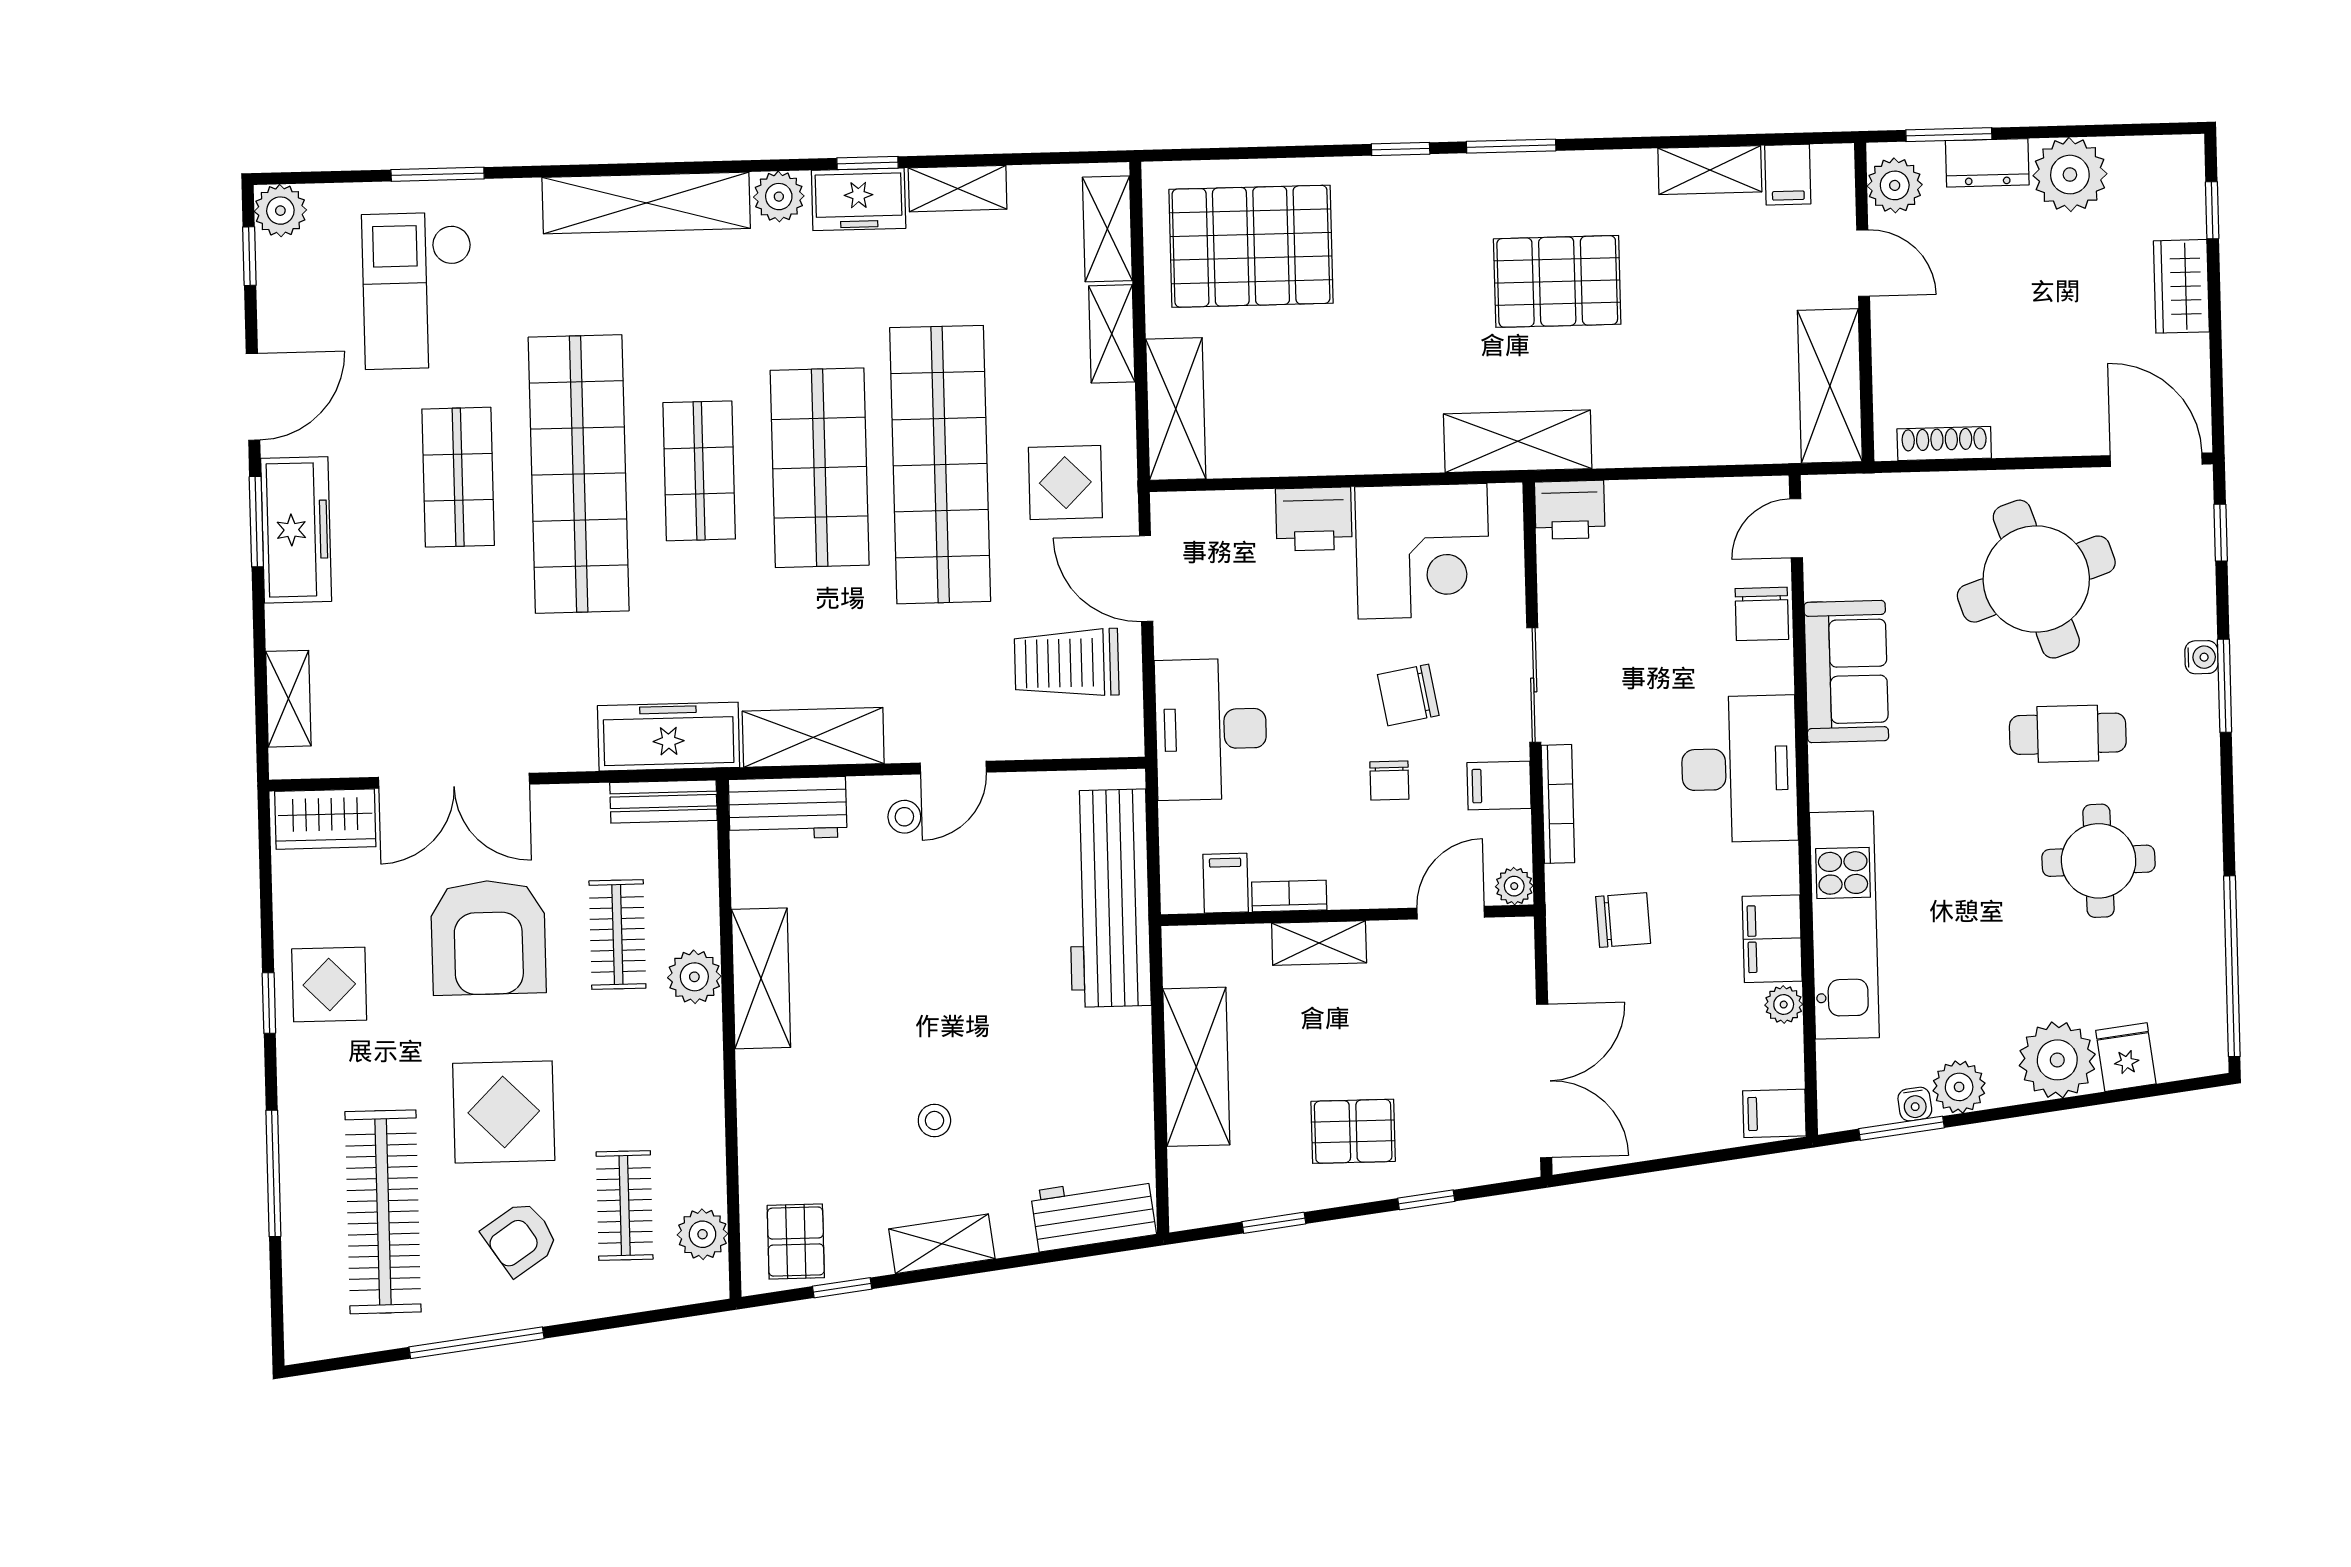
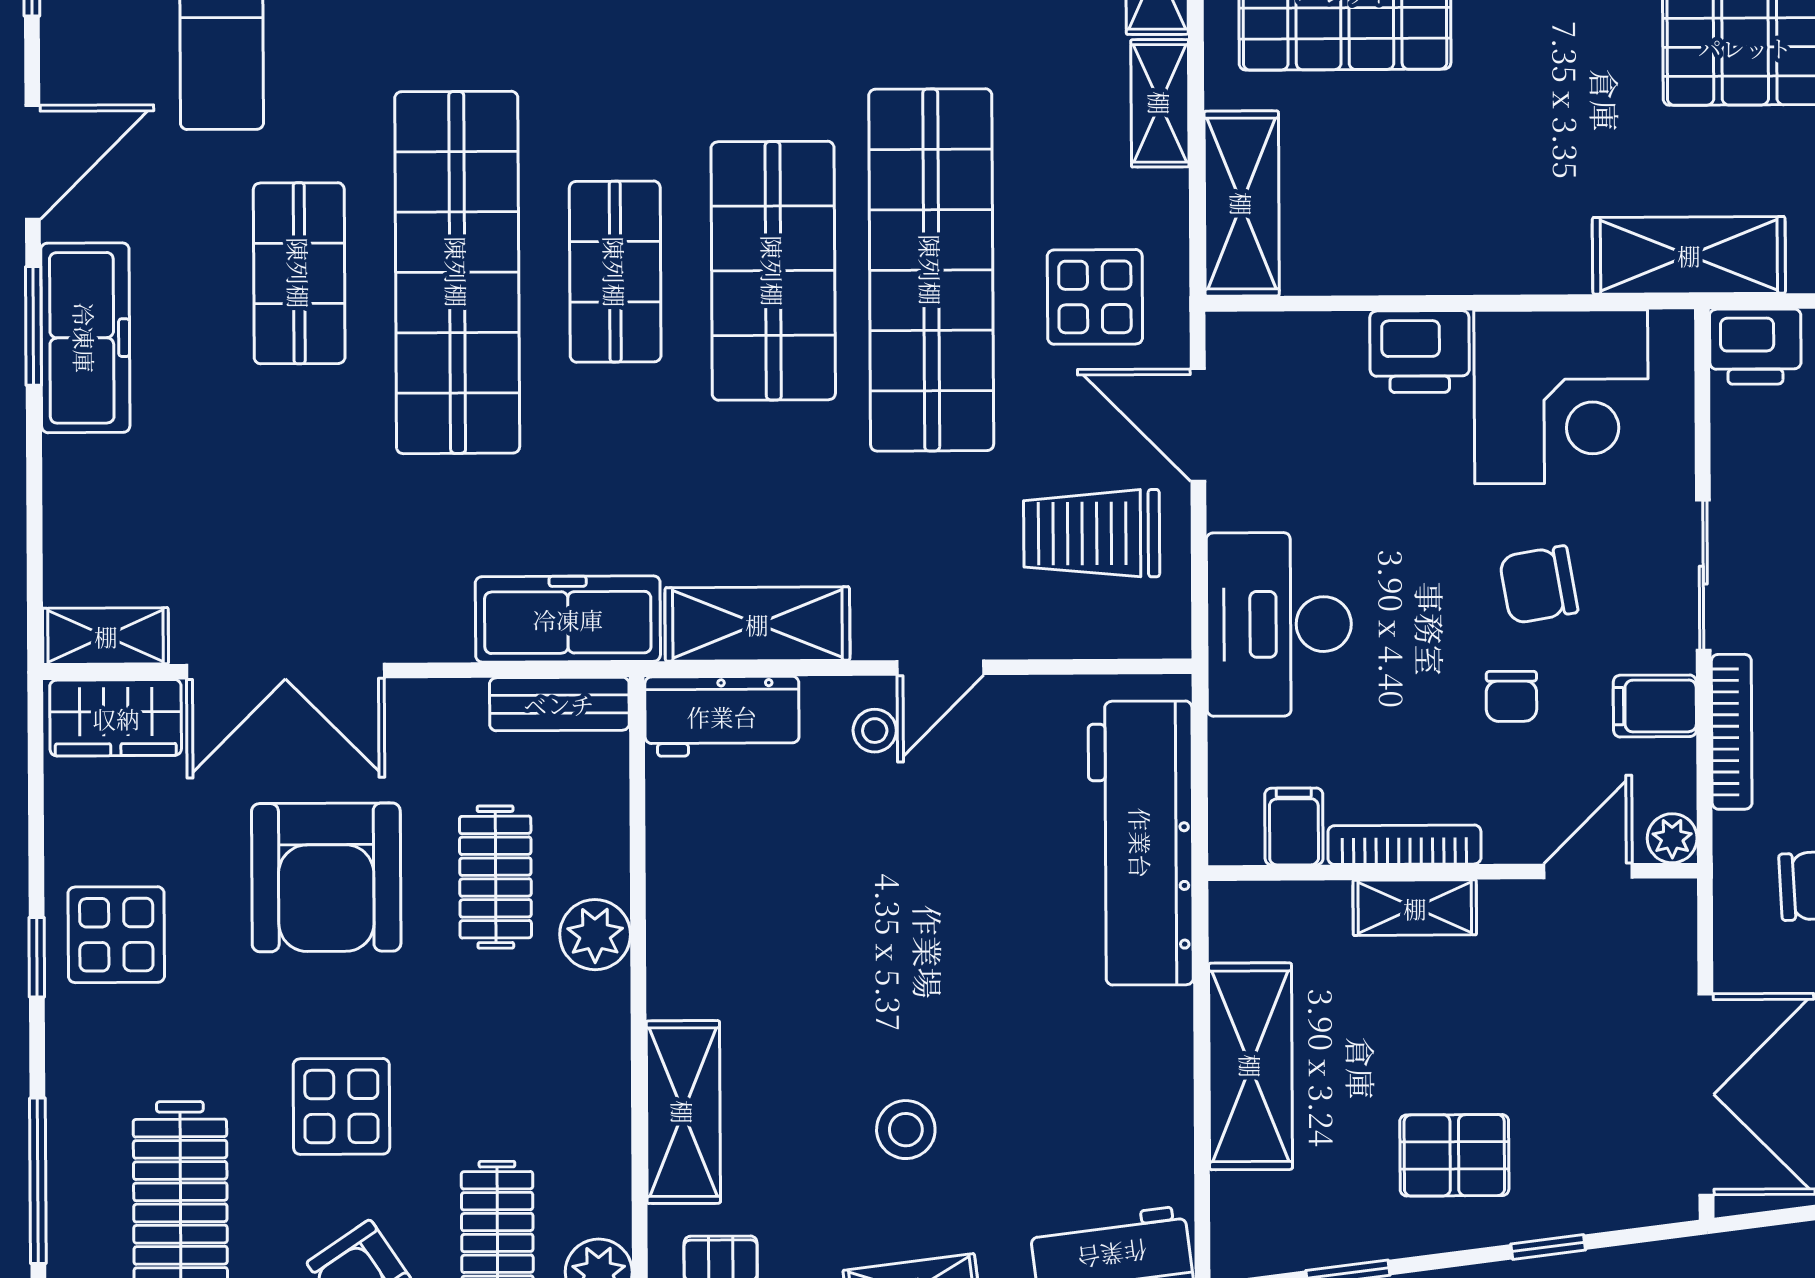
shelving: (288, 699) -> (106, 636), moved, turned 90
bookcase: (1289, 896) -> (1404, 845), width x1.56
shelving: (761, 978) -> (683, 1112), moved
display table: (504, 1112) -> (341, 1106), width x0.73, depth x0.73
stool: (934, 1121) -> (906, 1130), width x1.37, depth x1.37

